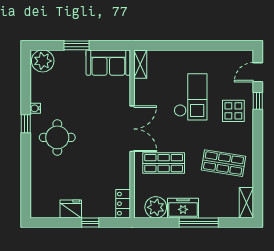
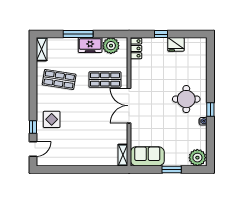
checkout: (191, 97) -> (84, 130), removed

